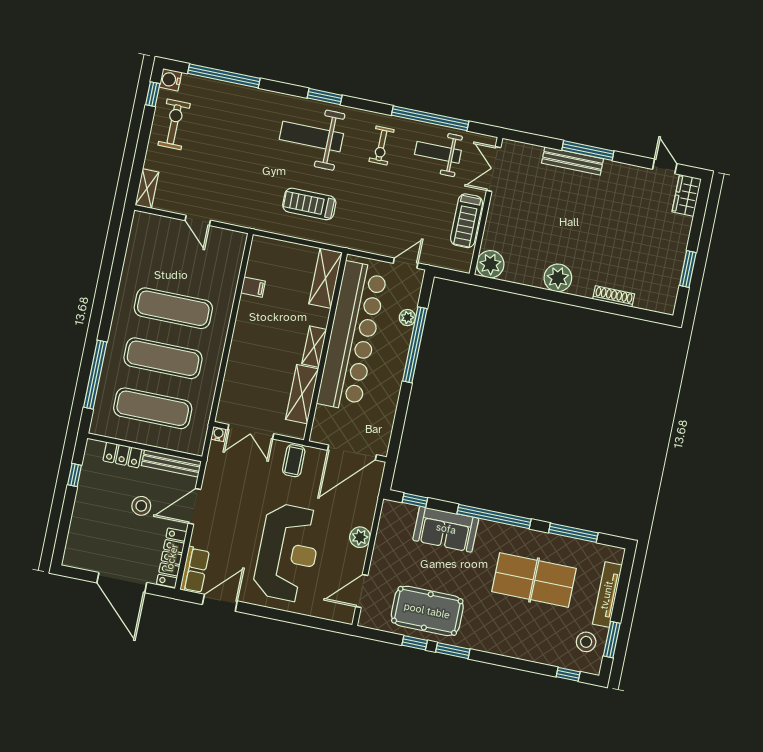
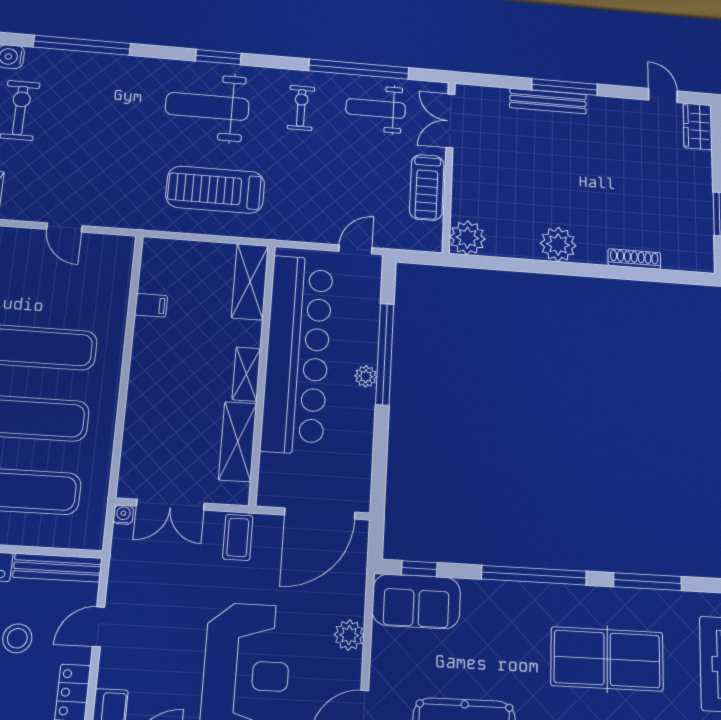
exercise bike: (381, 145) -> (301, 108), turned 180
treadmill: (309, 204) -> (215, 190), width x1.37, depth x1.38
plant: (407, 318) -> (366, 376), moved
door: (194, 506) -> (98, 627), width x0.73
sofa: (446, 529) -> (416, 601), moved

